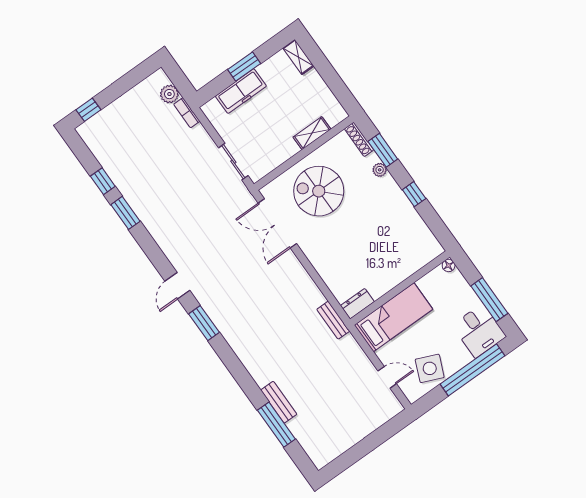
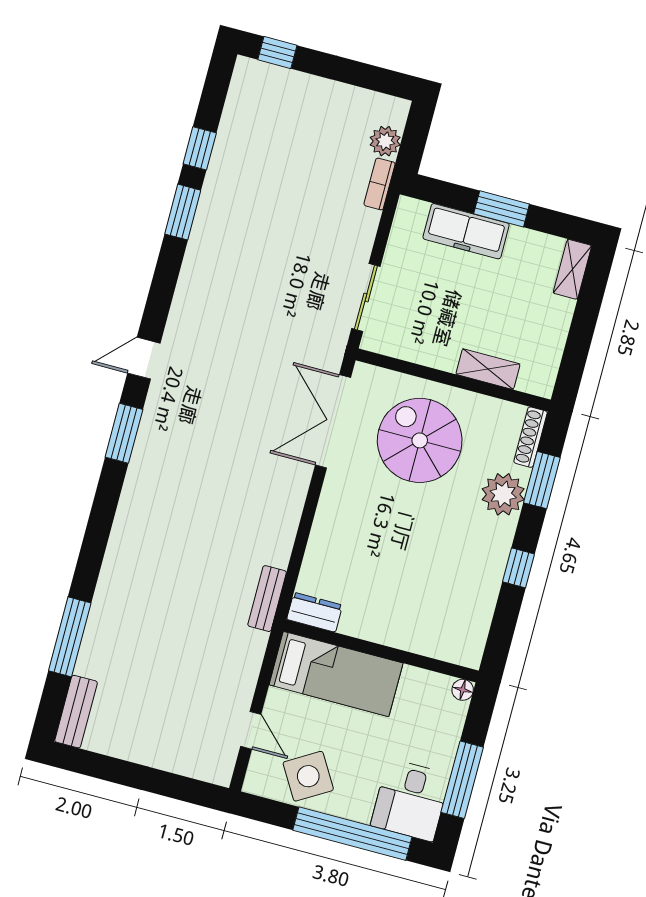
plant: (380, 170) -> (503, 494), width x1.88, depth x1.88
side table: (430, 368) -> (308, 776), turned 36
bench: (279, 402) -> (76, 712), moved

